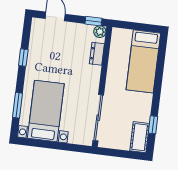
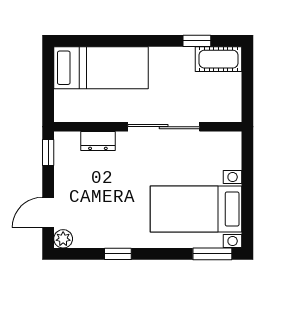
plant: (100, 32) -> (63, 239), moved
window: (17, 105) -> (212, 254), moved
sliding door: (98, 118) -> (164, 127), moved

